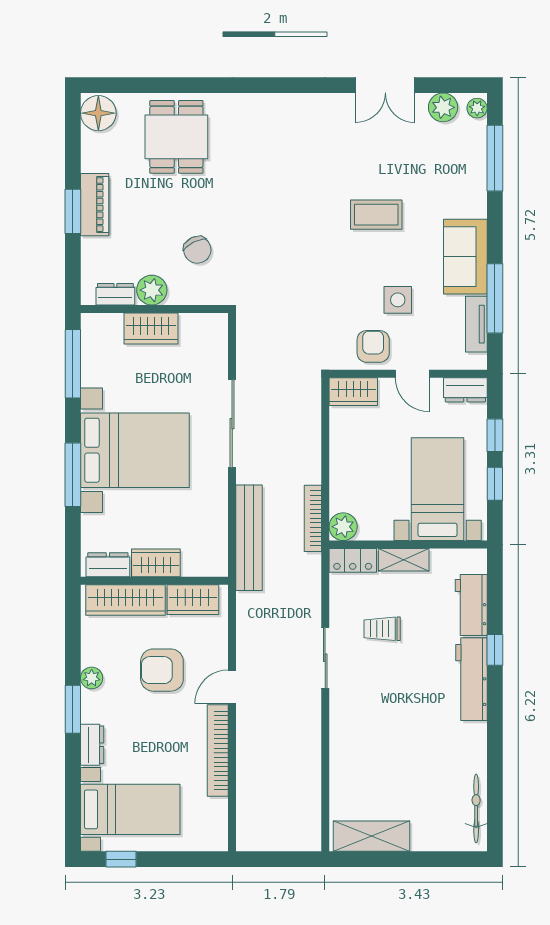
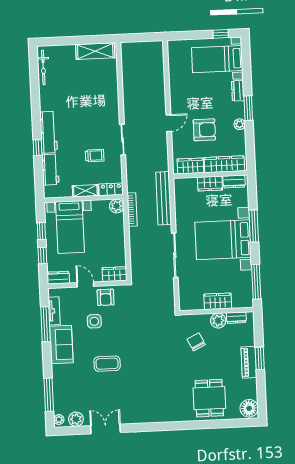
bookcase: (218, 750) -> (174, 91), removed

